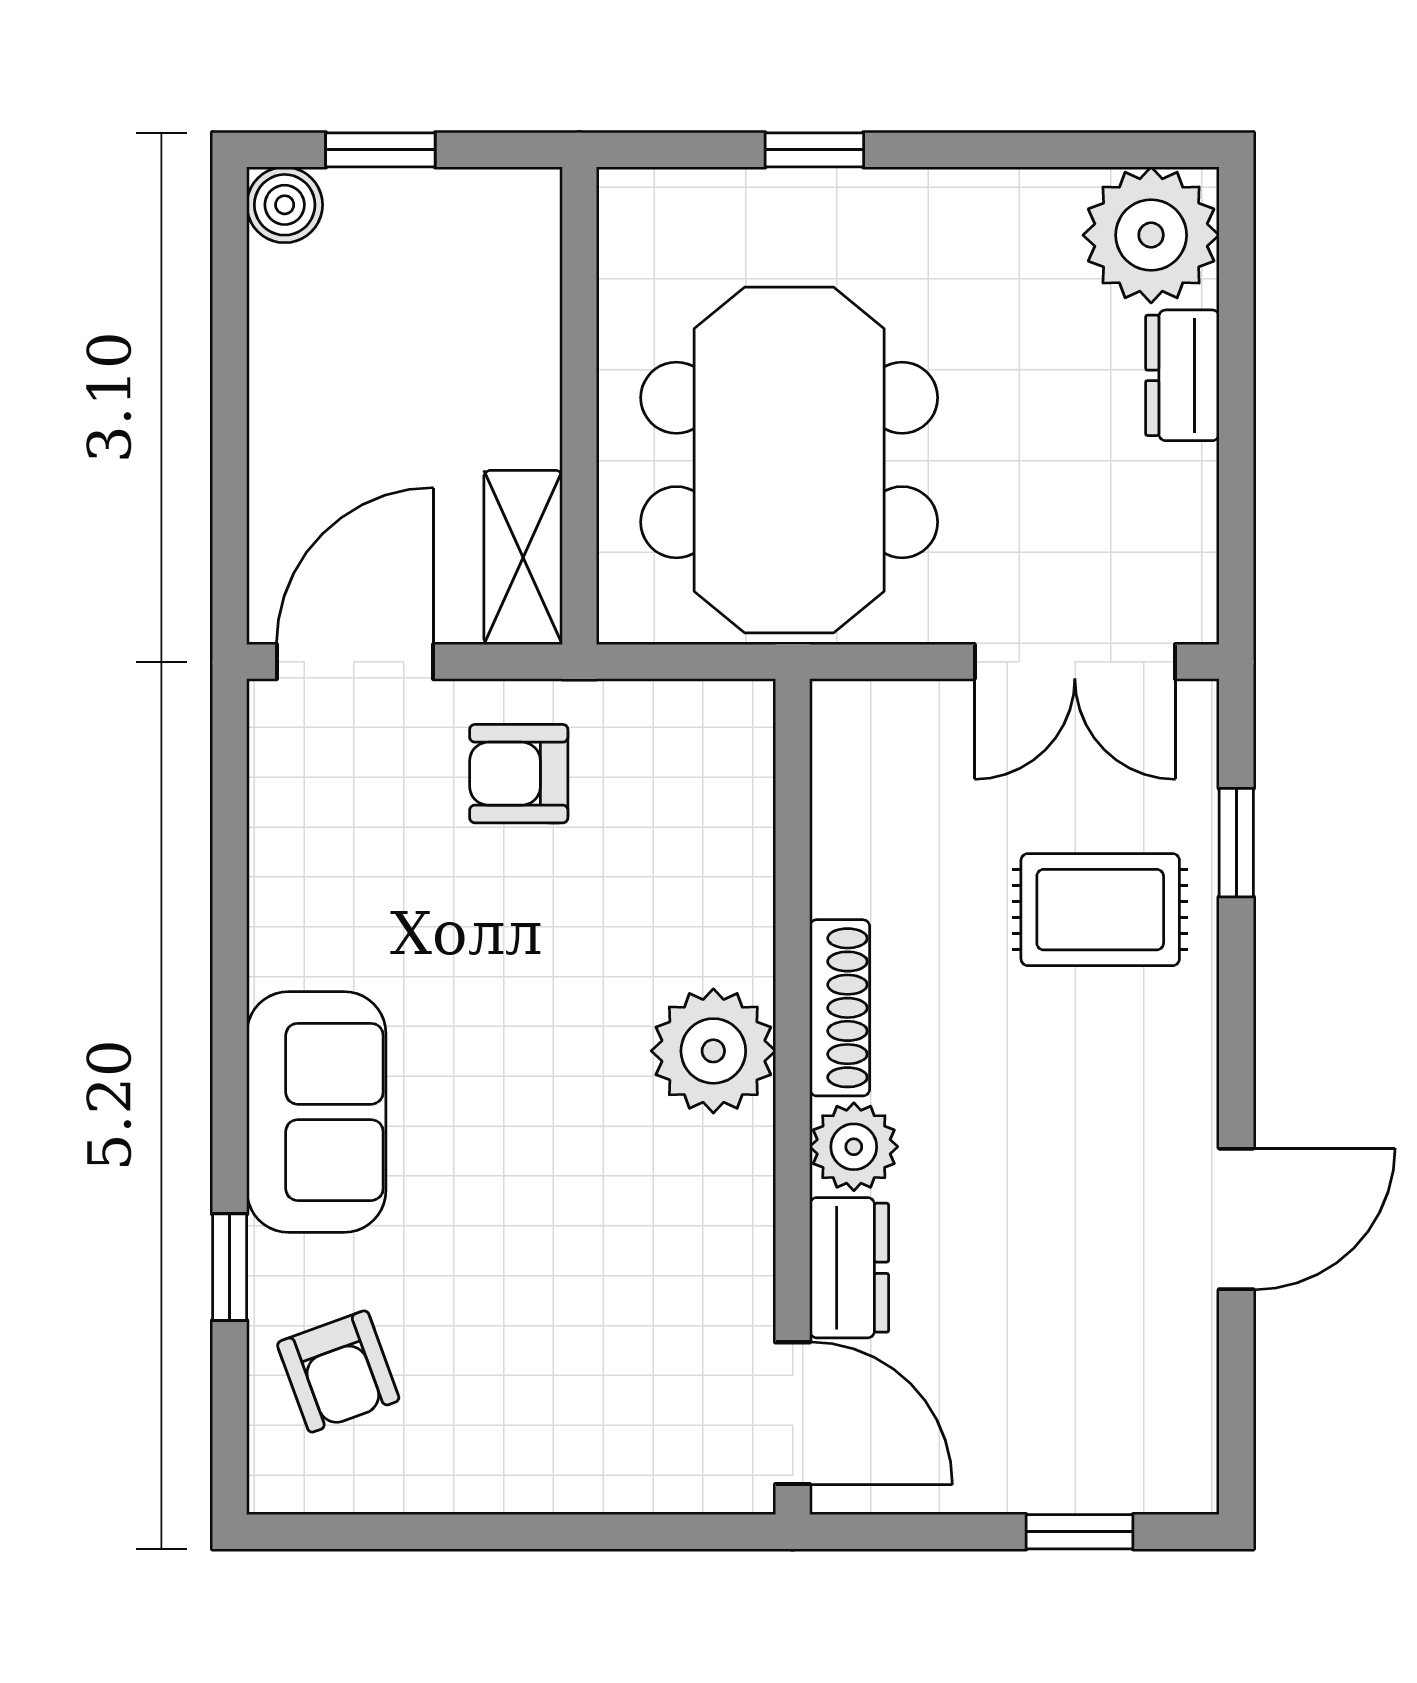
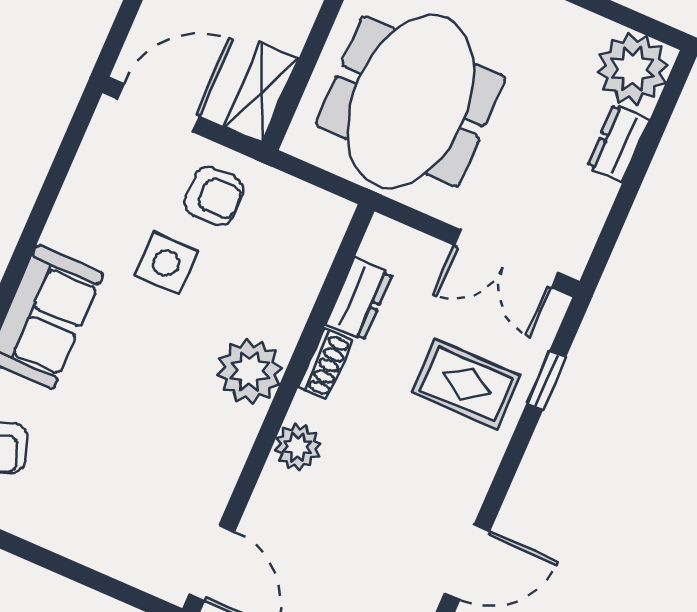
armchair: (519, 774) -> (214, 196), turned 180
side table: (486, 926) -> (166, 263), added
shoe rack: (840, 1008) -> (325, 364), width x0.70
dresser: (849, 1268) -> (359, 299), moved

